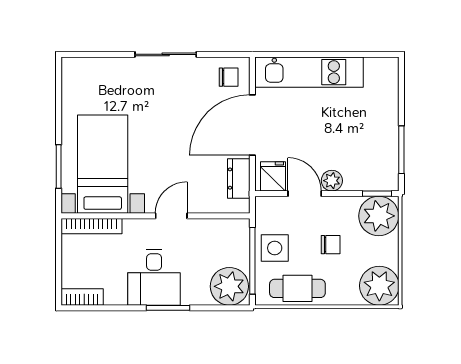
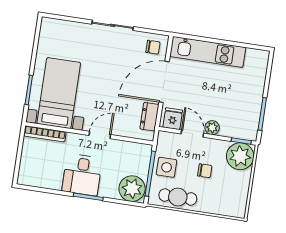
plant: (379, 286) -> (233, 203), removed
bookcase: (82, 297) -> (31, 181), removed

